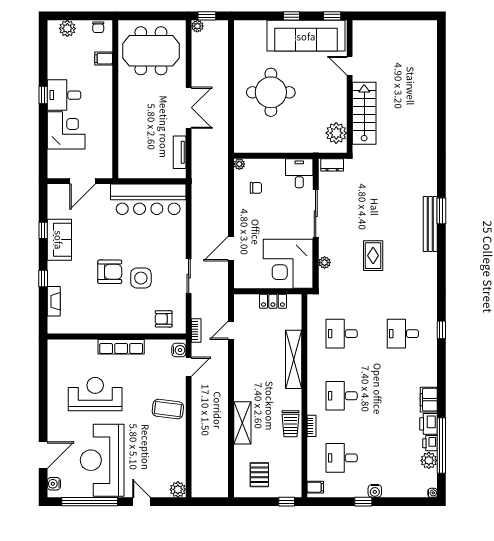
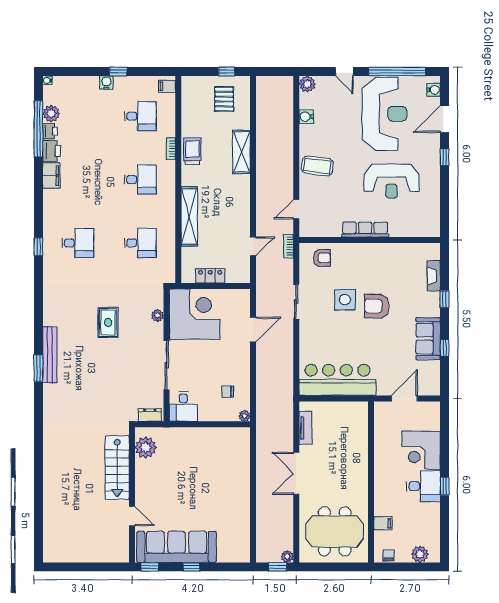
round table: (271, 92) -> (212, 489), removed
water cooler: (179, 350) -> (306, 117), moved
window: (43, 418) -> (445, 157), added
window: (287, 502) -> (227, 72), moved

